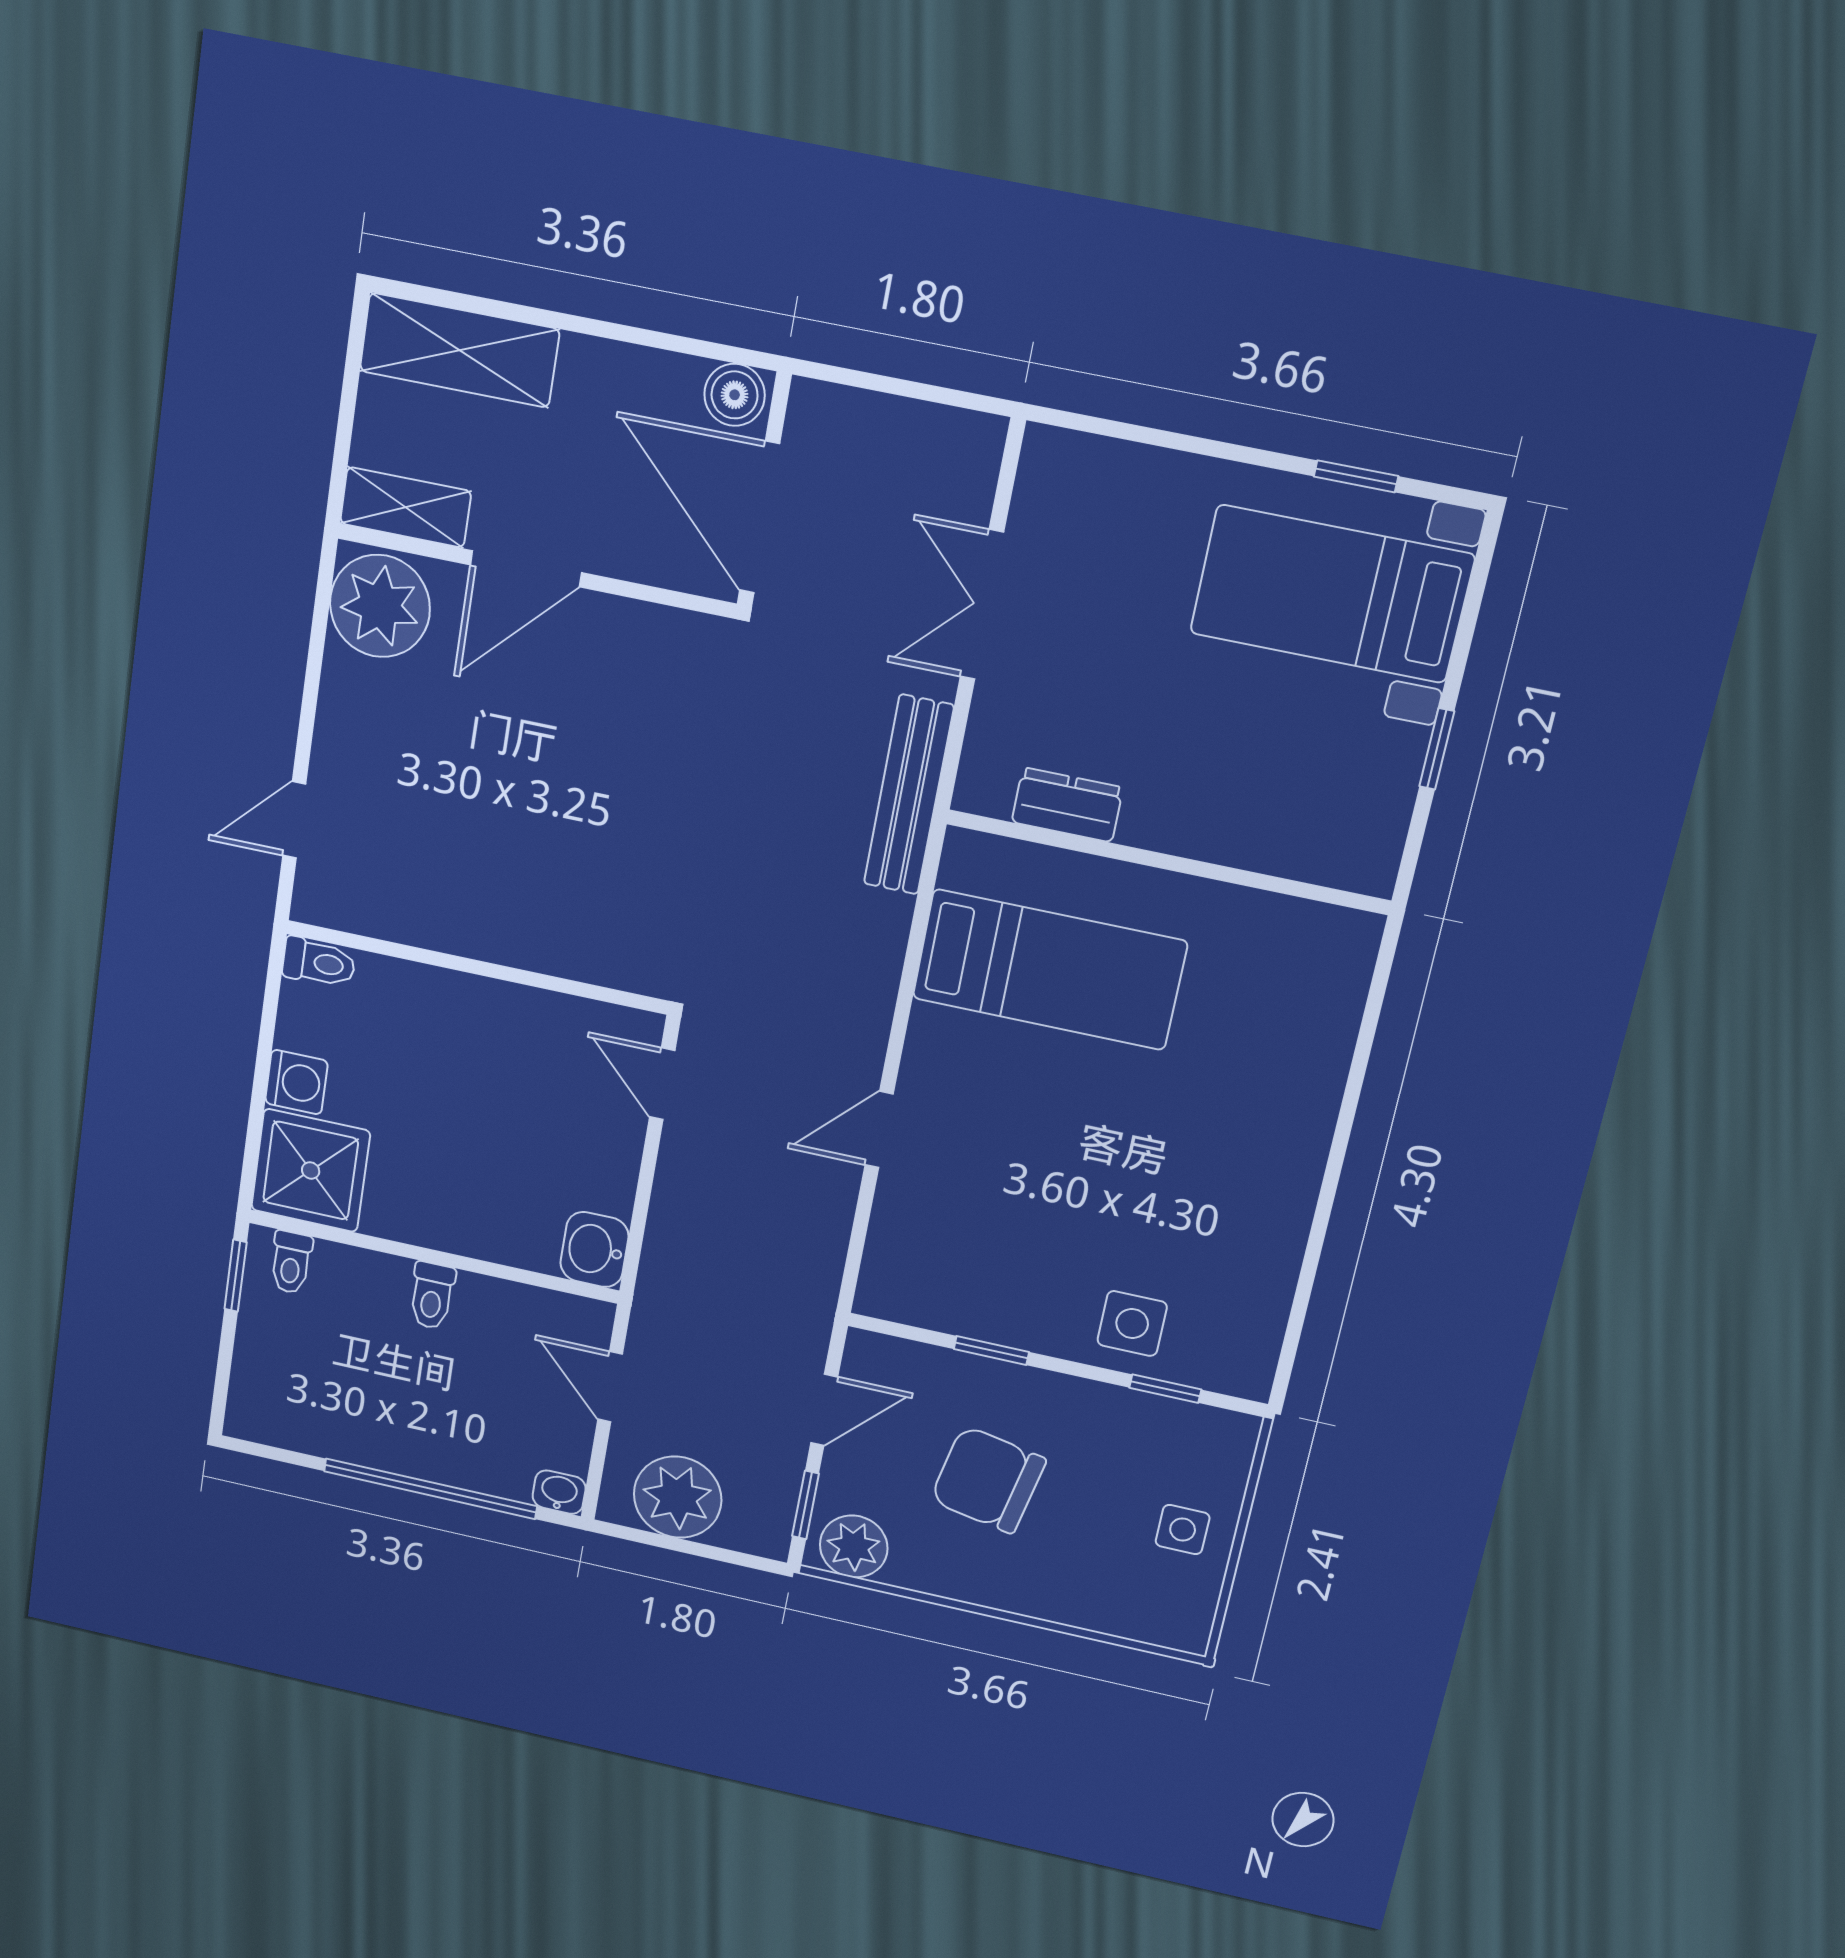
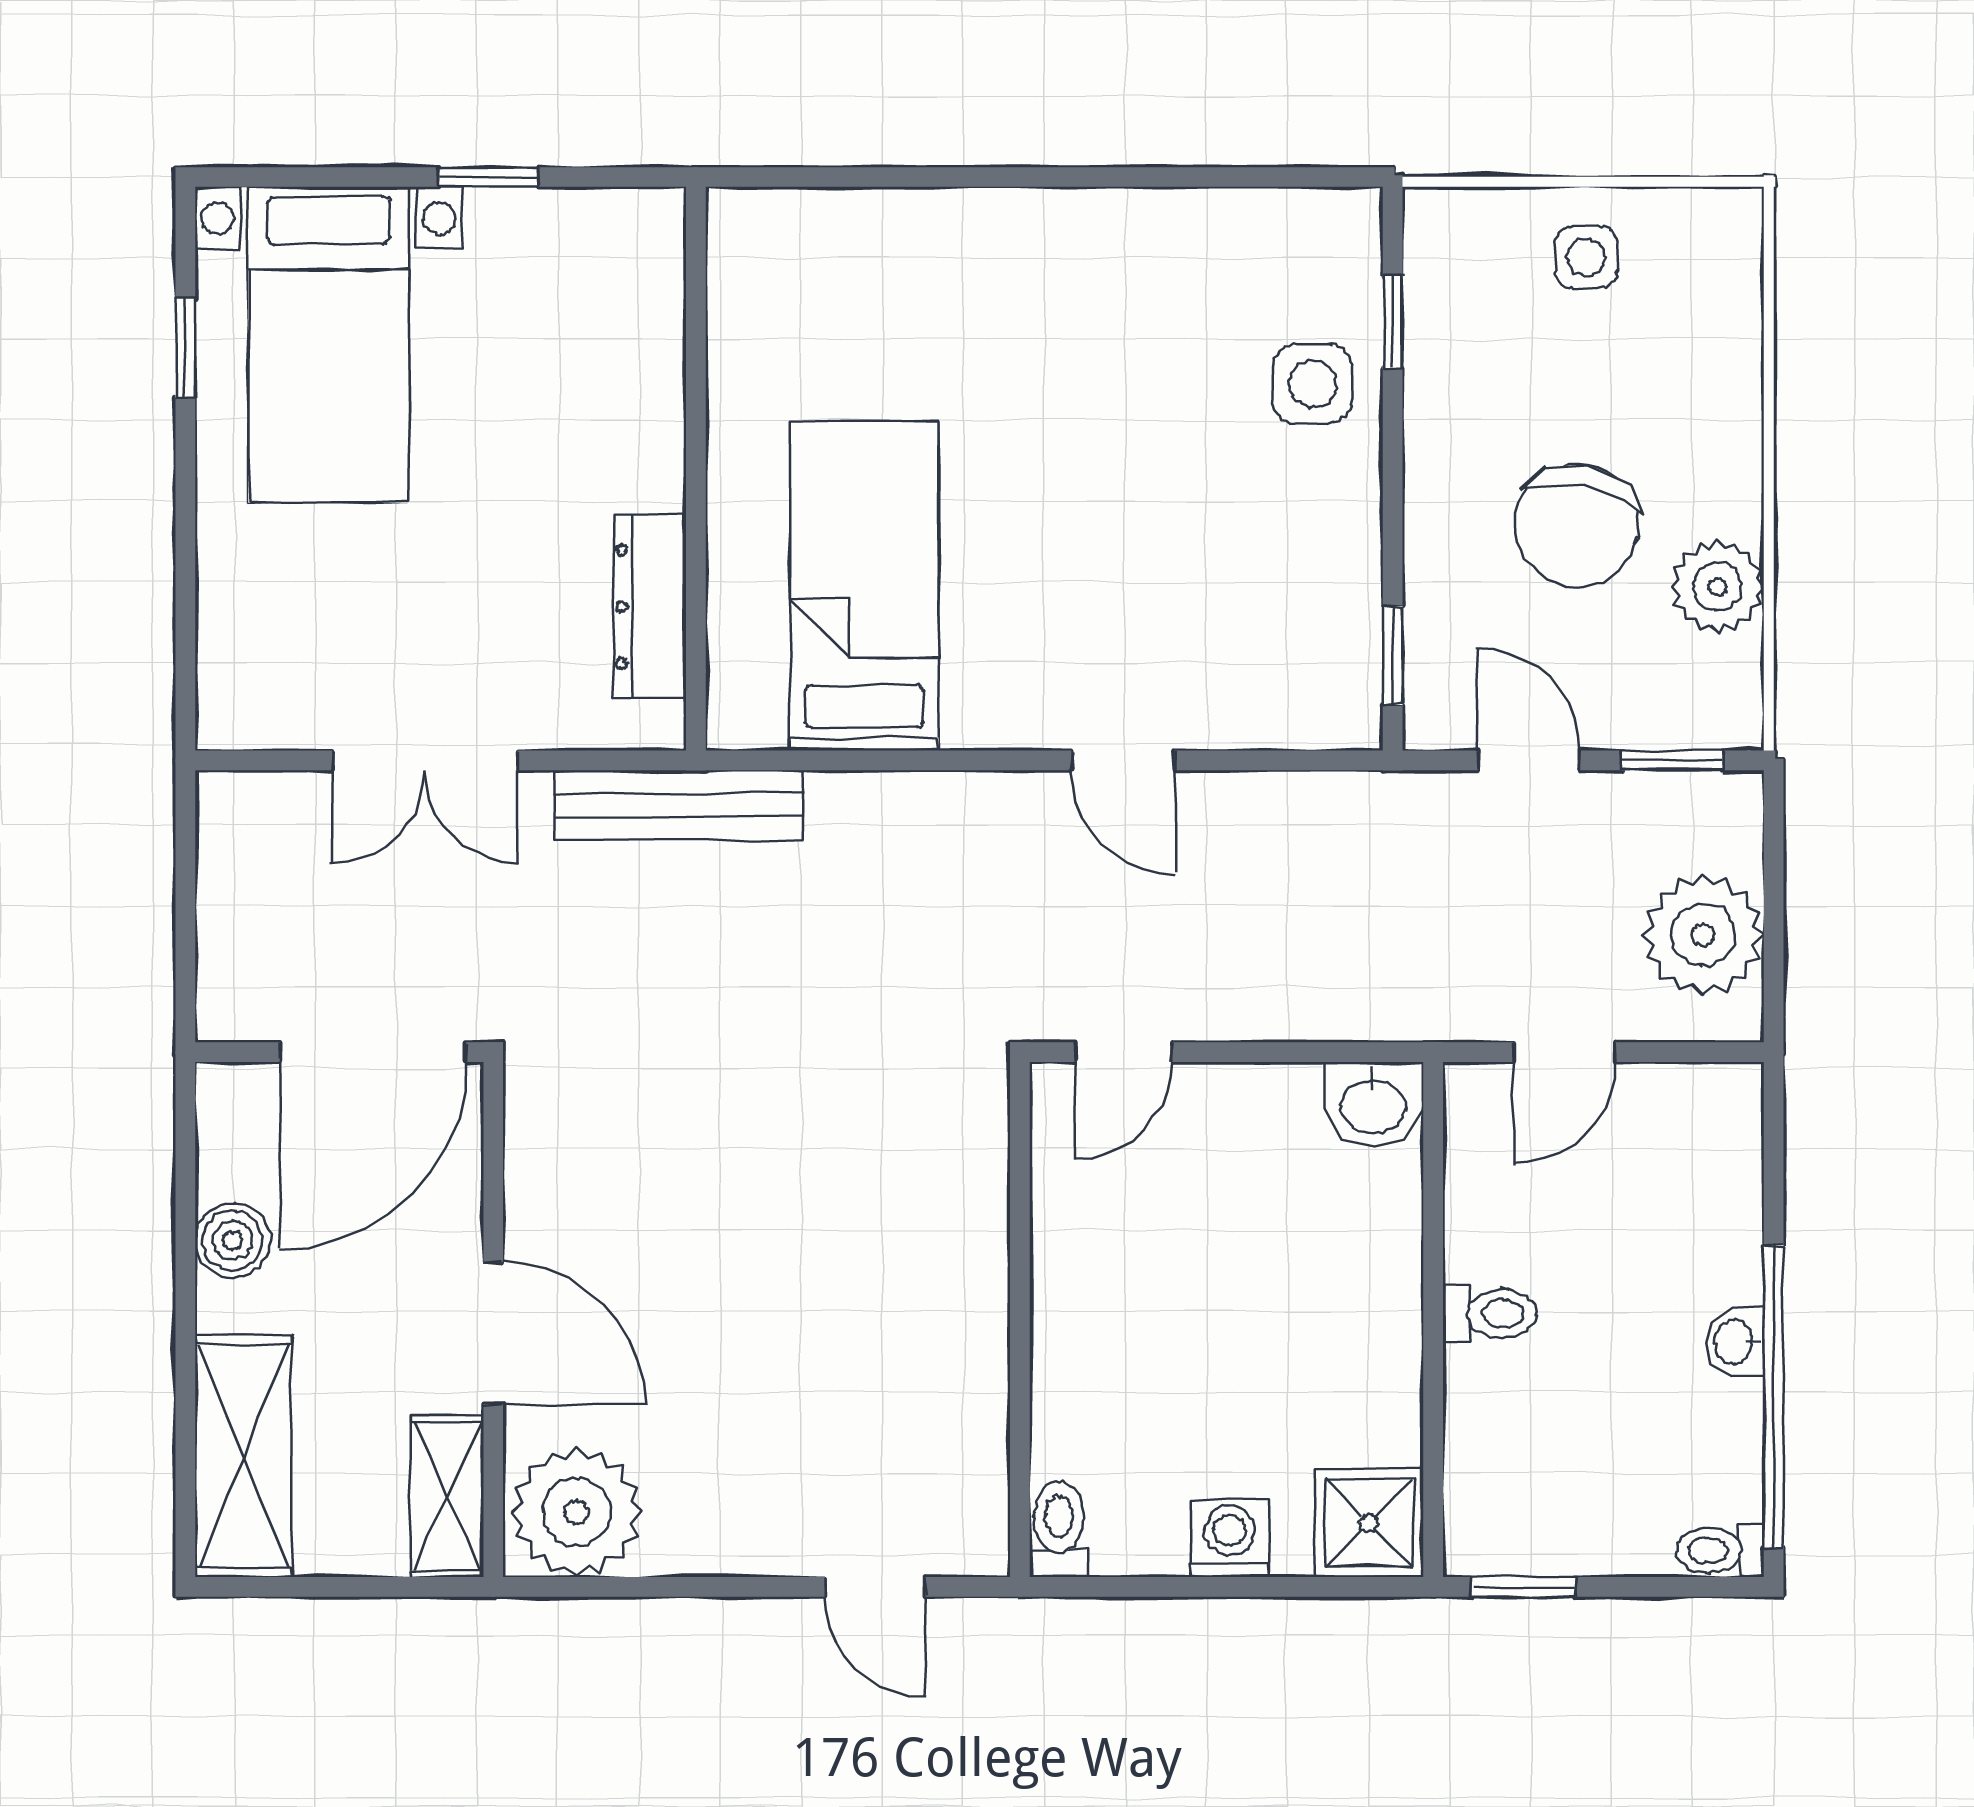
boiler: (735, 395) -> (232, 1240), moved
dresser: (1067, 805) -> (650, 607), width x1.44
shower: (311, 1170) -> (1369, 1523), width x0.73, depth x0.73
toilet: (291, 1262) -> (1720, 1550), moved, turned 180
window: (991, 1350) -> (1393, 656), moved
window: (430, 1489) -> (1774, 1397), moved
washbasin: (559, 1492) -> (1735, 1342), moved
plant: (854, 1547) -> (1717, 587), moved

